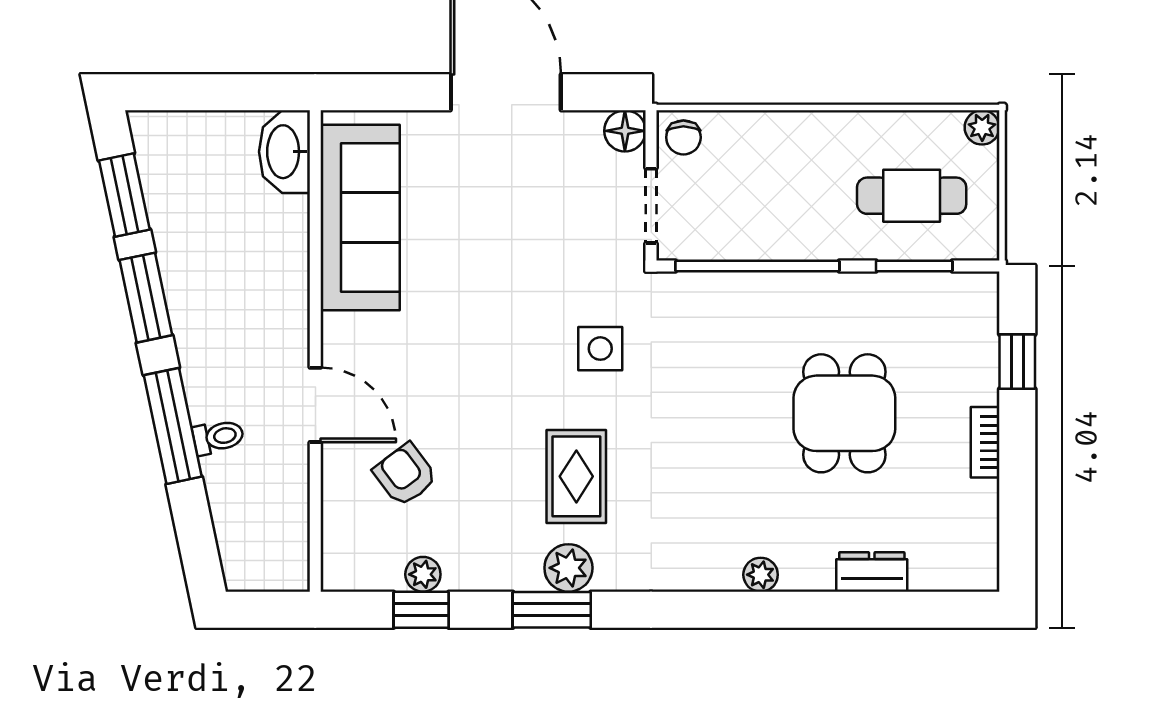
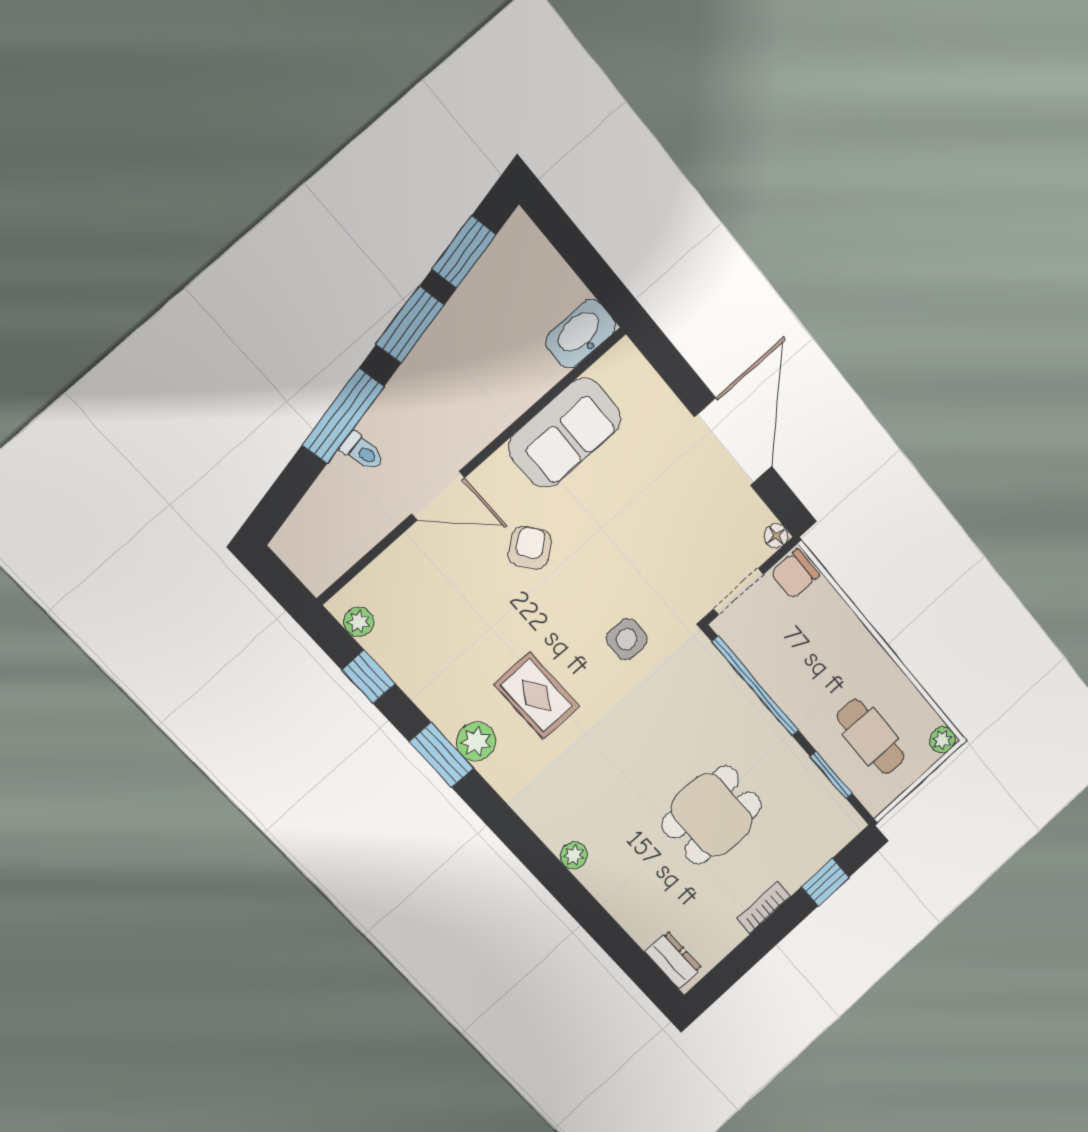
floor lamp: (625, 131) -> (776, 536), width x0.73, depth x0.73
chair: (683, 137) -> (795, 574), width x1.37, depth x1.37
sofa: (360, 218) -> (565, 433), width x0.73
door: (315, 405) -> (438, 496), hinge flipped
armchair: (405, 475) -> (530, 548), moved
rug: (576, 476) -> (536, 695), turned 90
dresser: (872, 572) -> (673, 960), moved
plant: (423, 574) -> (359, 622), moved

